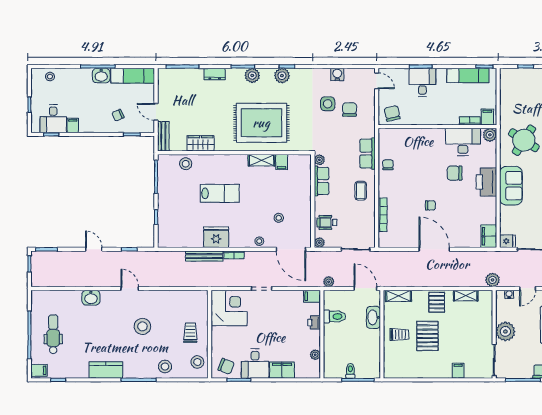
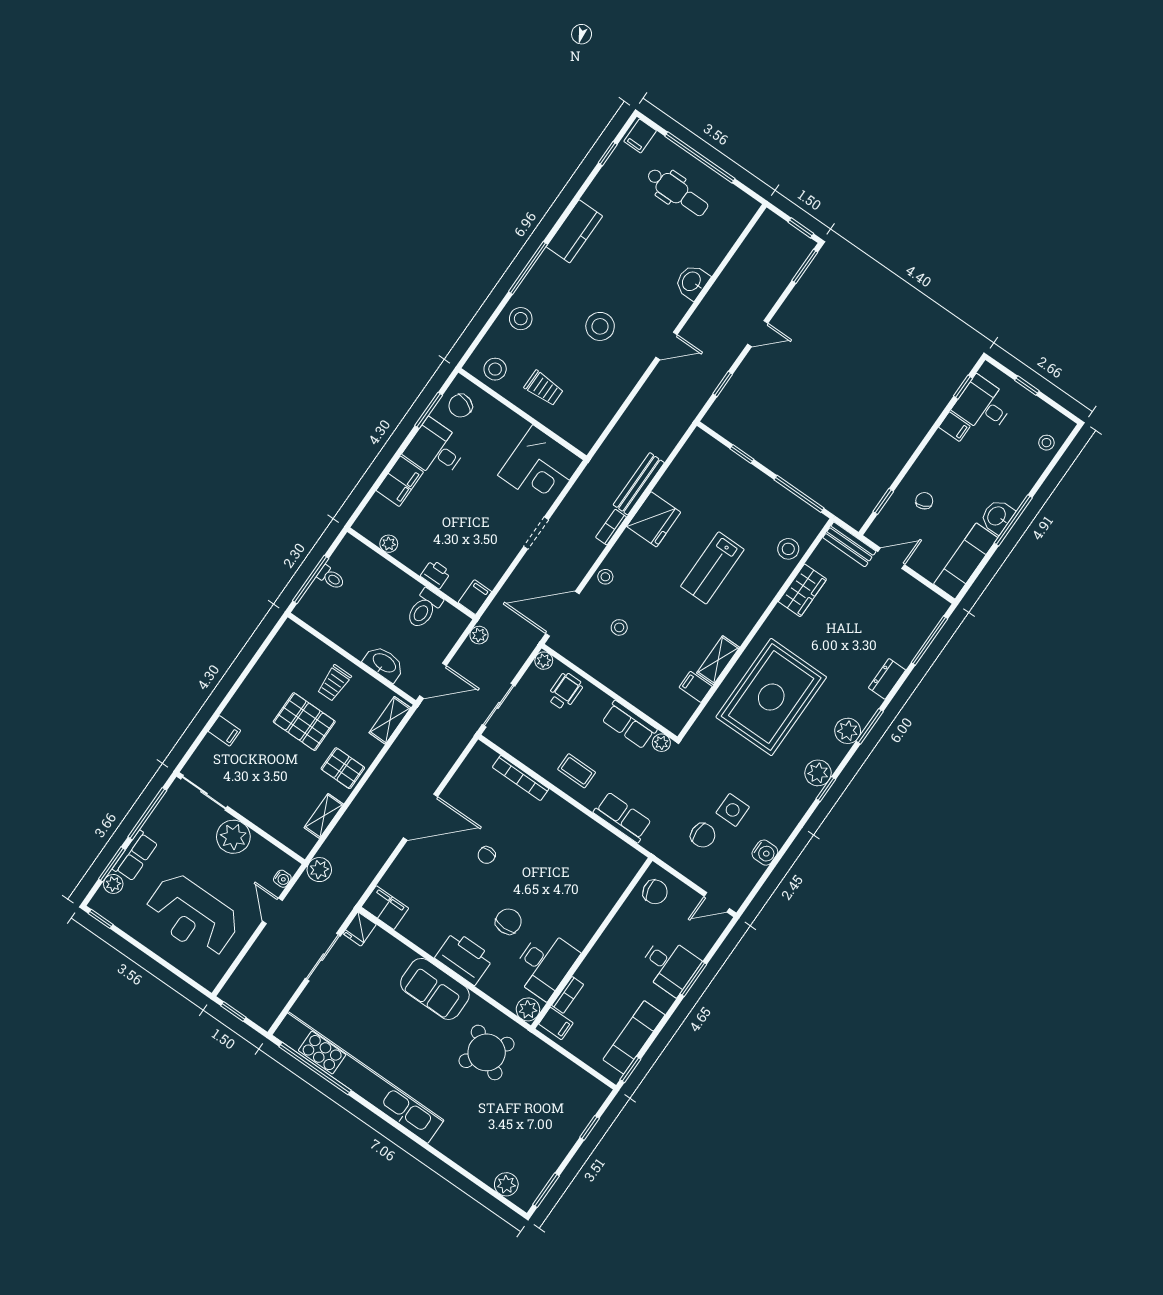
chair: (388, 165) -> (586, 835), removed

